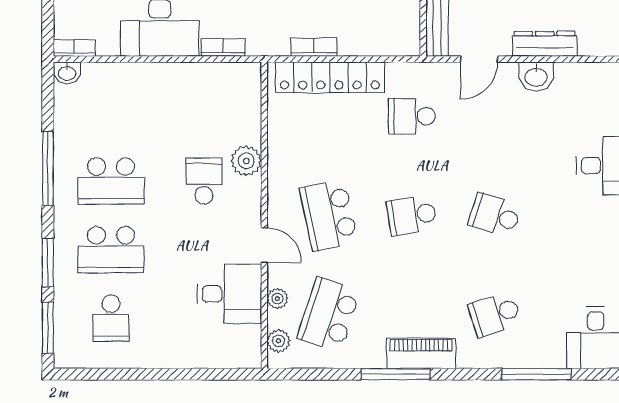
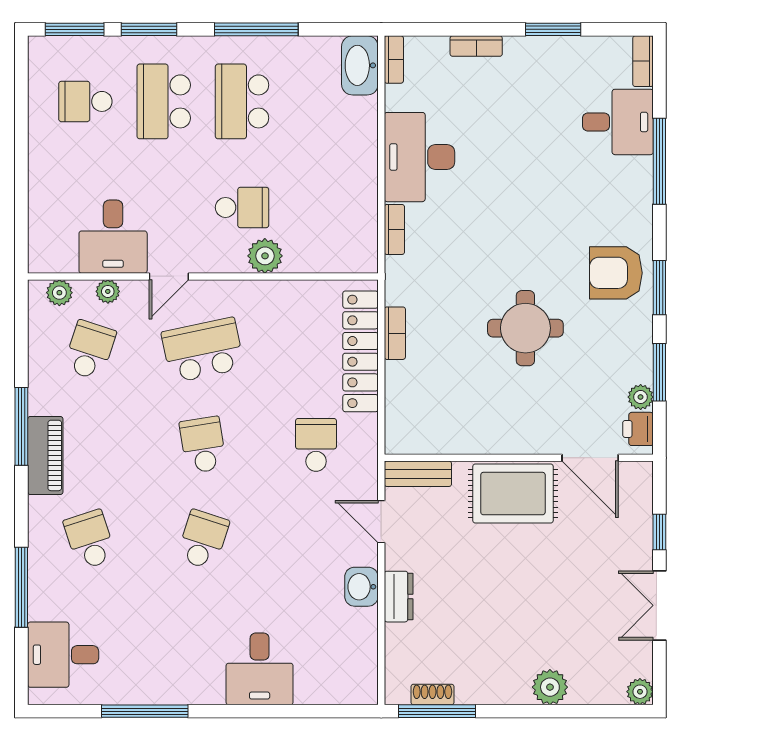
dresser: (545, 44) -> (399, 597), width x0.70
washbasin: (67, 73) -> (360, 65), width x1.91, depth x1.45
school desk: (329, 314) -> (90, 350), width x0.54

